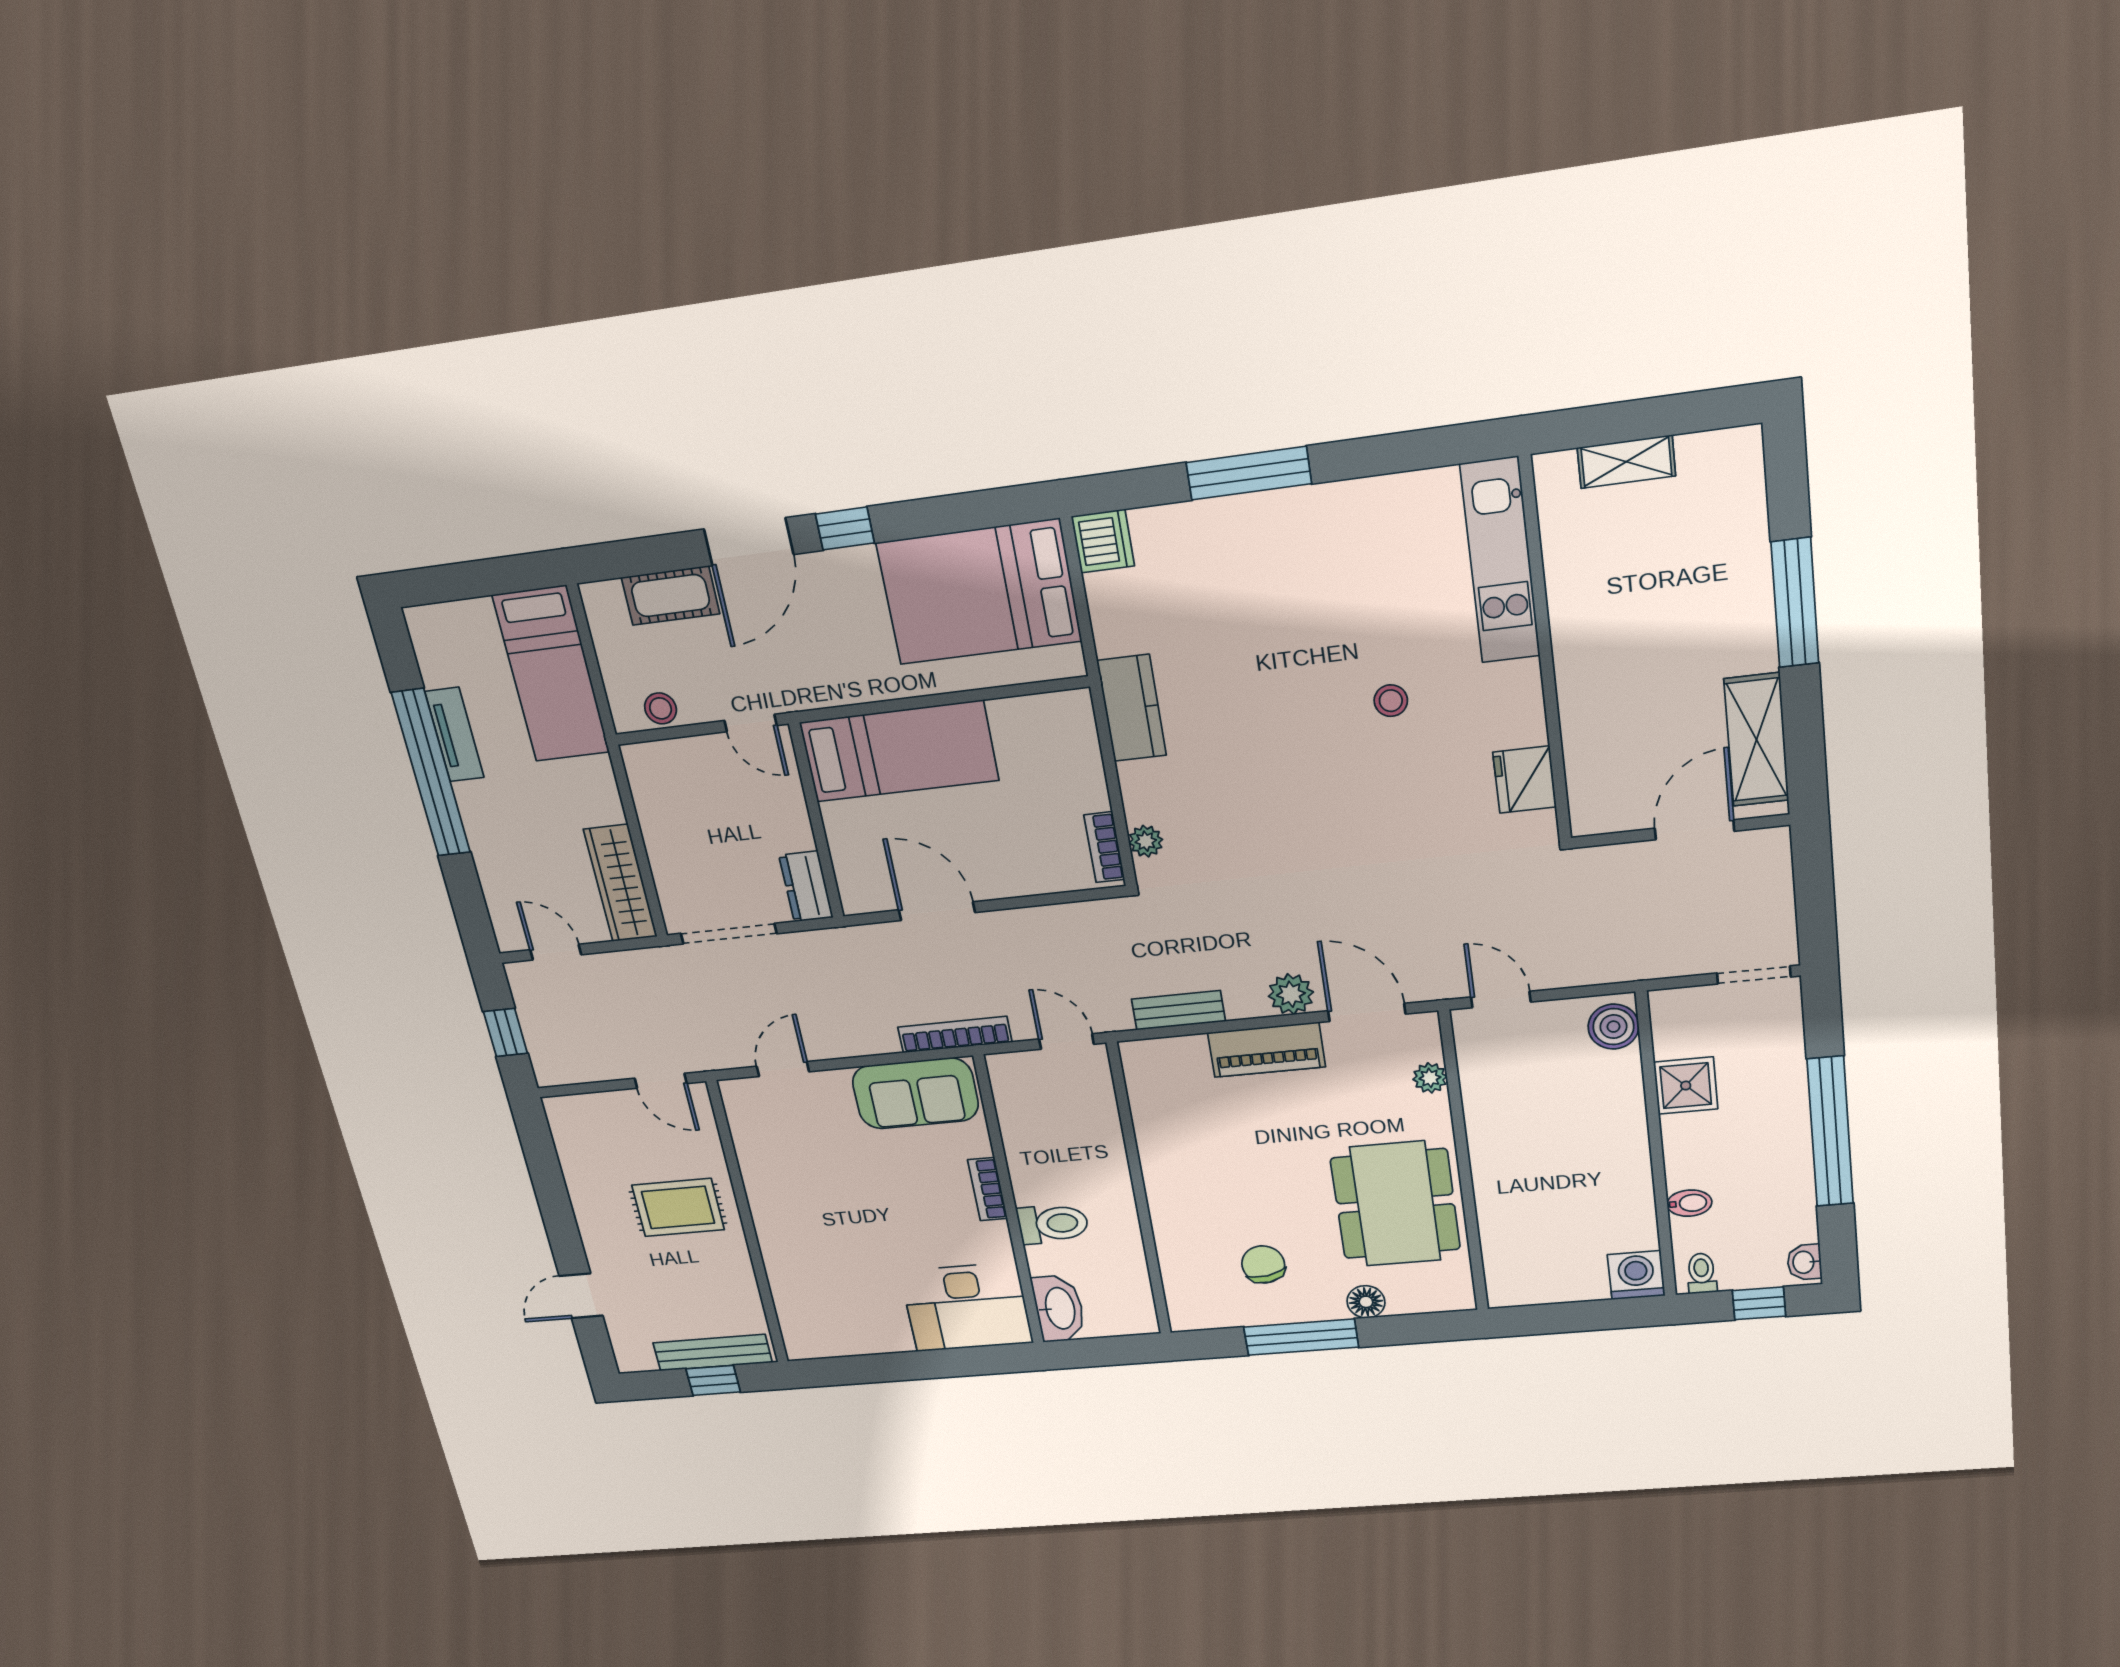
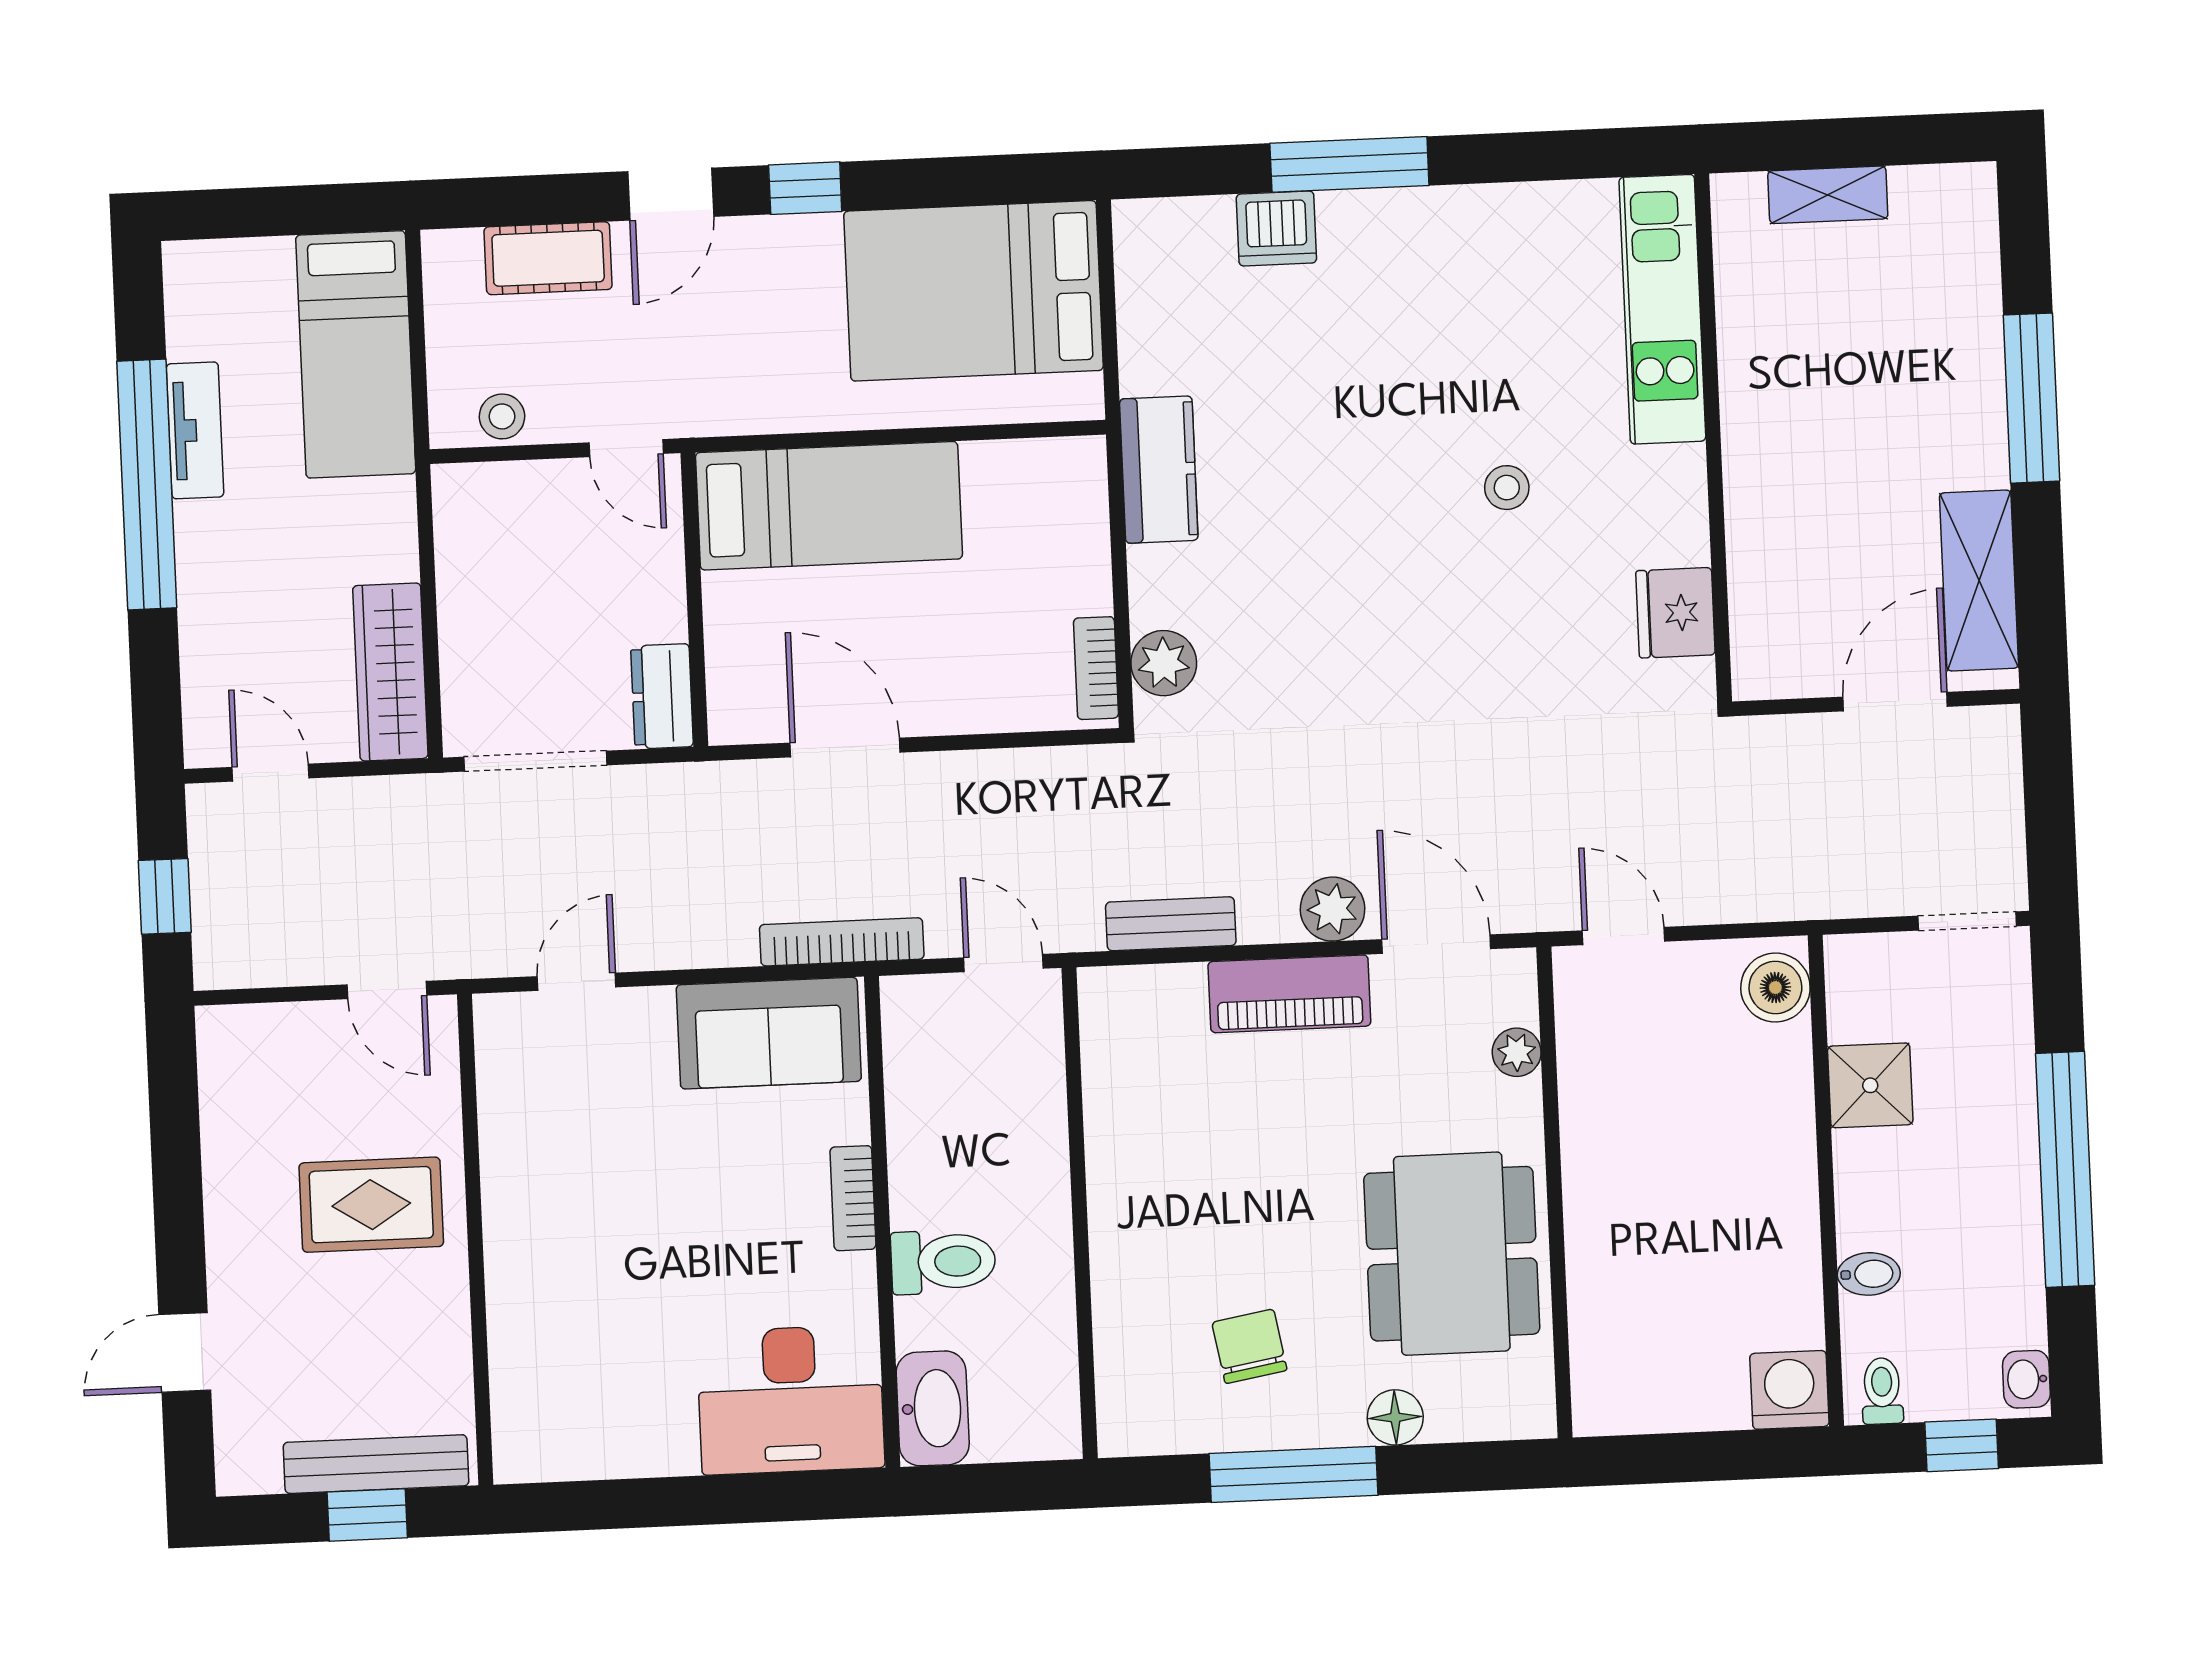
dishwasher: (1103, 541) -> (1276, 229), moved, turned 90
door: (749, 542) -> (671, 194), width x0.73
plant: (1146, 841) -> (1164, 663), width x1.38, depth x1.38

